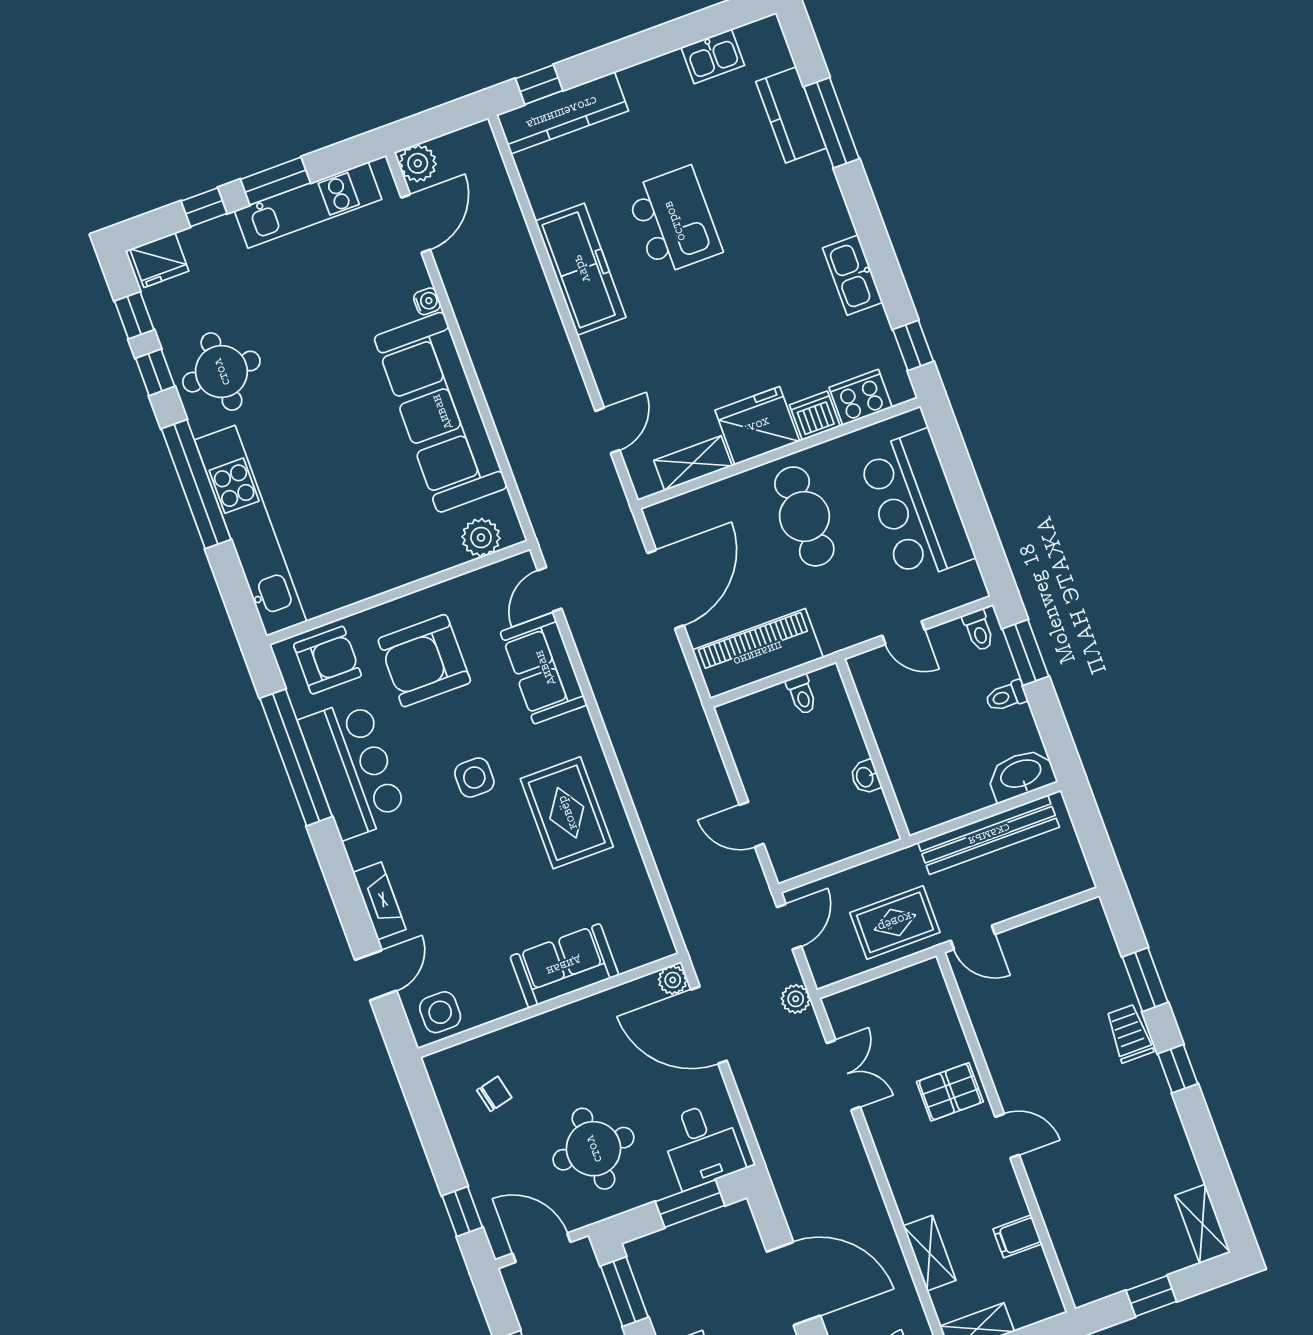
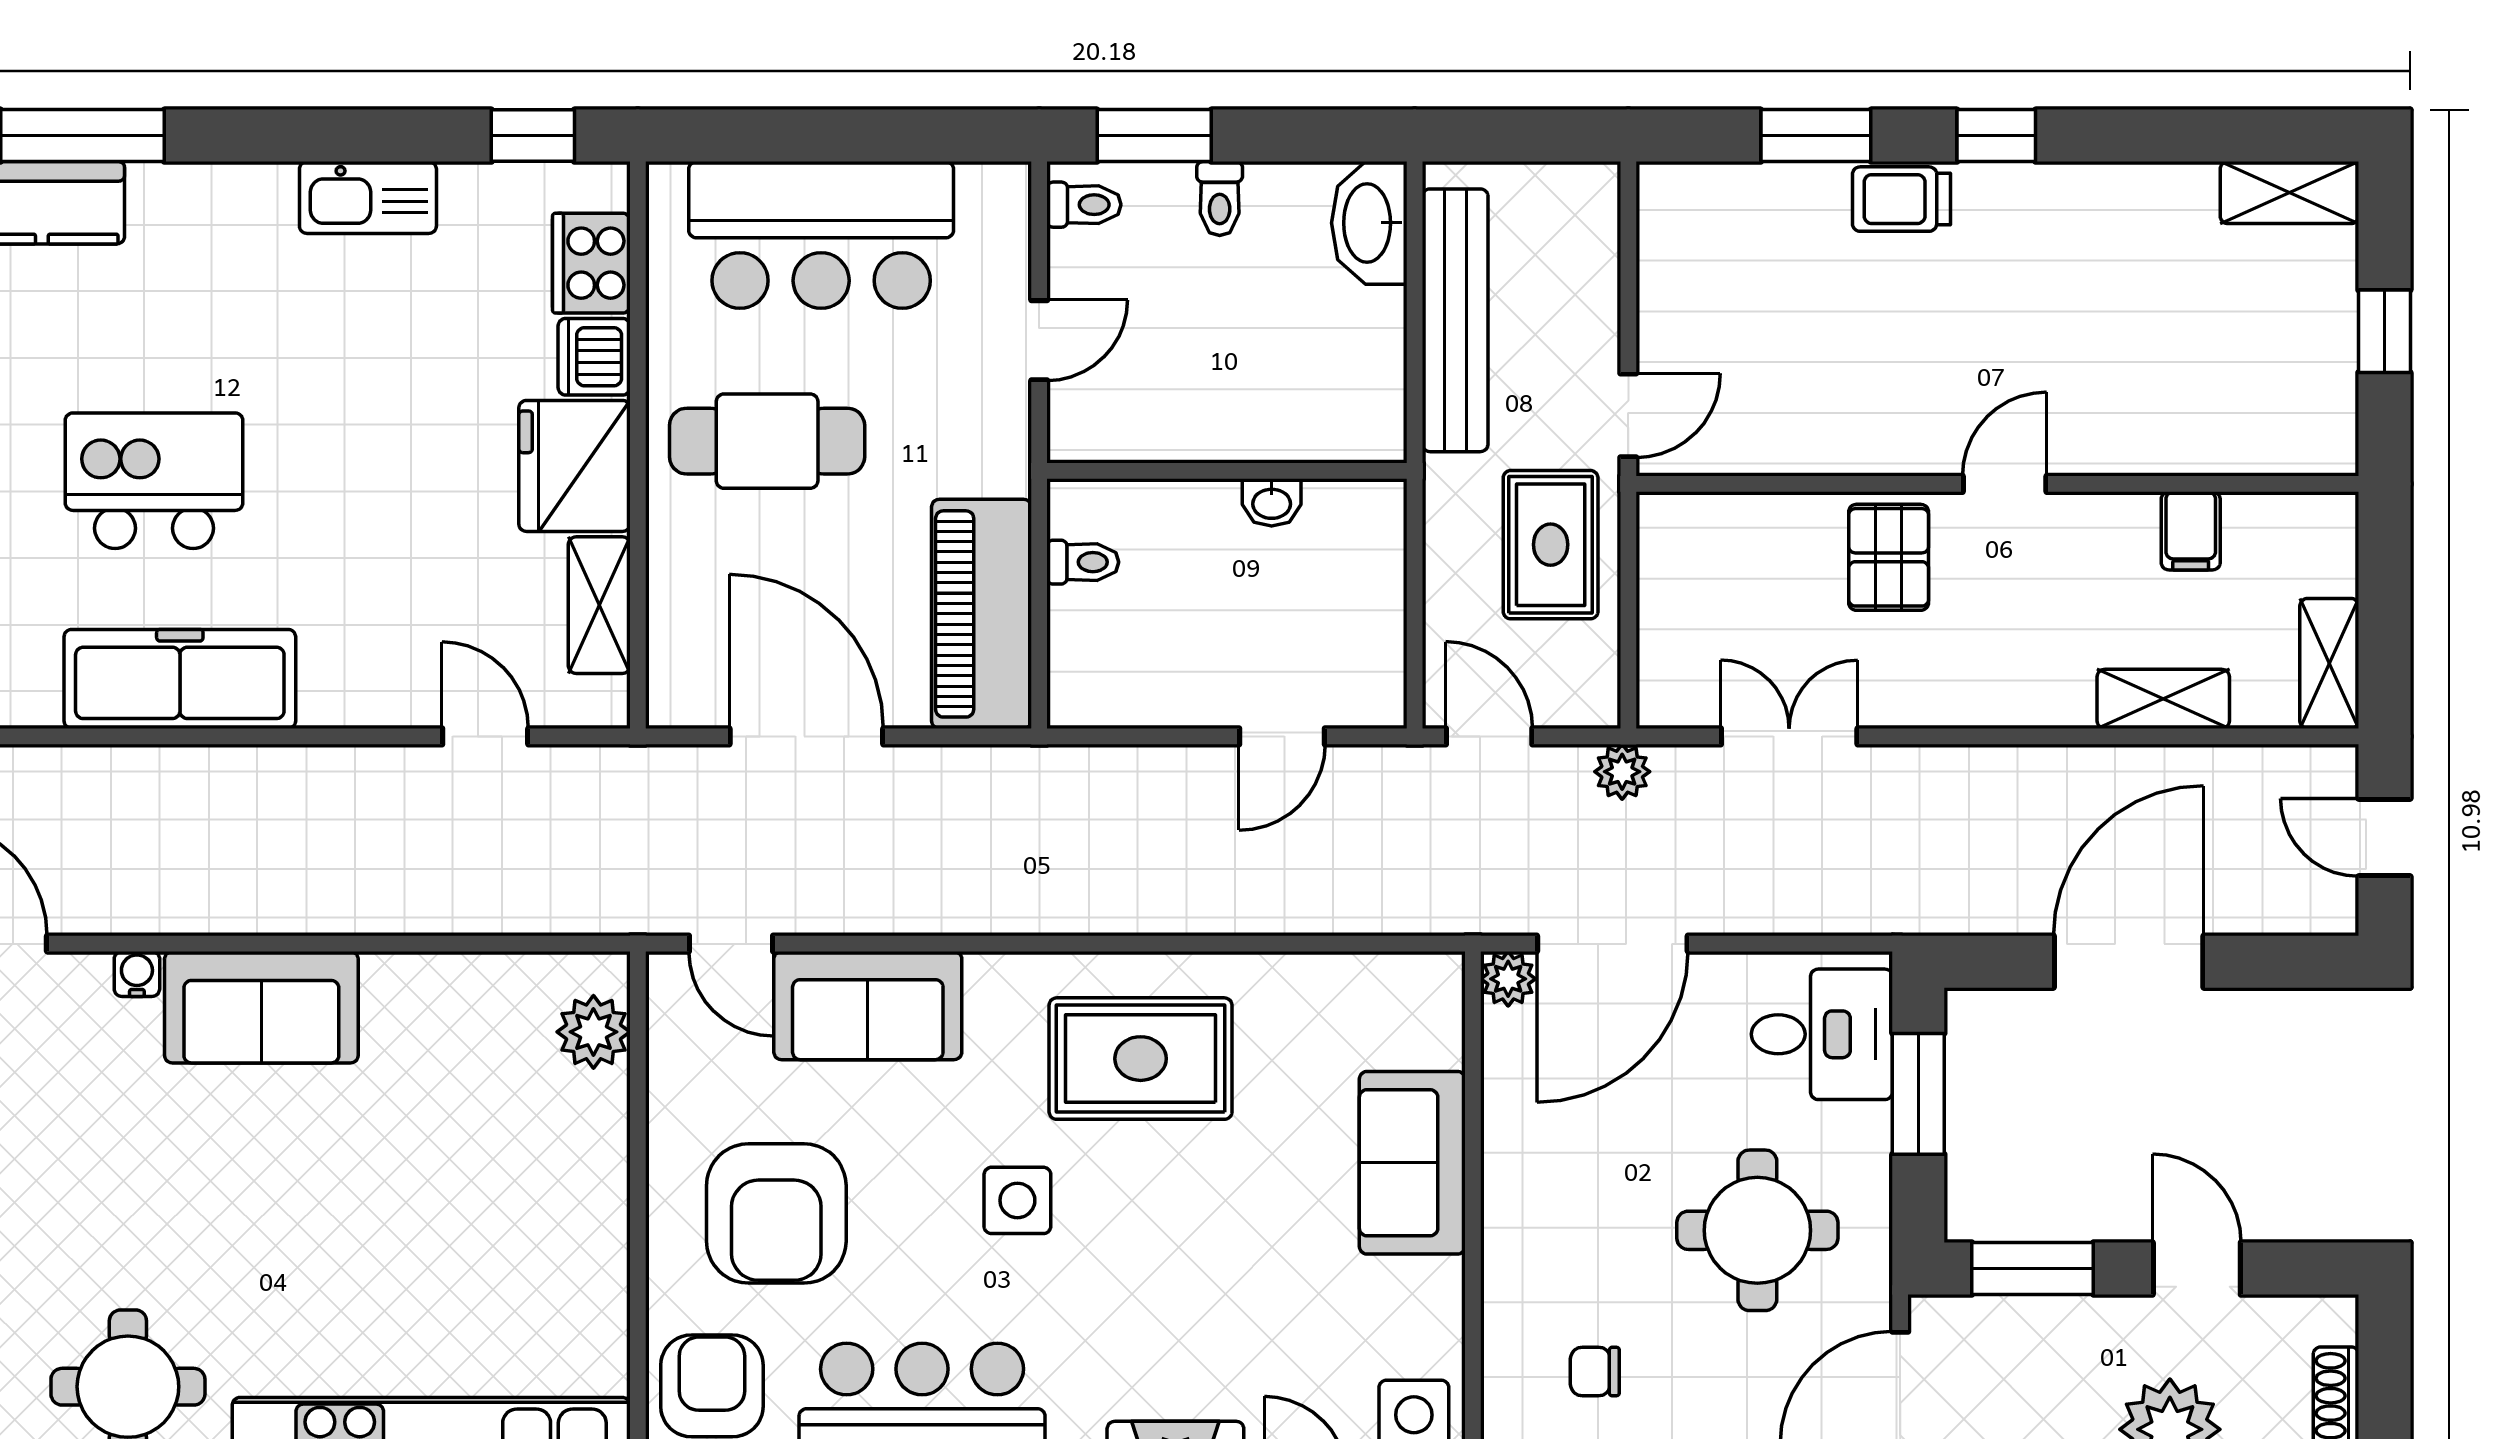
sofa: (441, 412) -> (261, 1007), width x0.54, depth x0.79
chair: (494, 1094) -> (1595, 1372), turned -77

